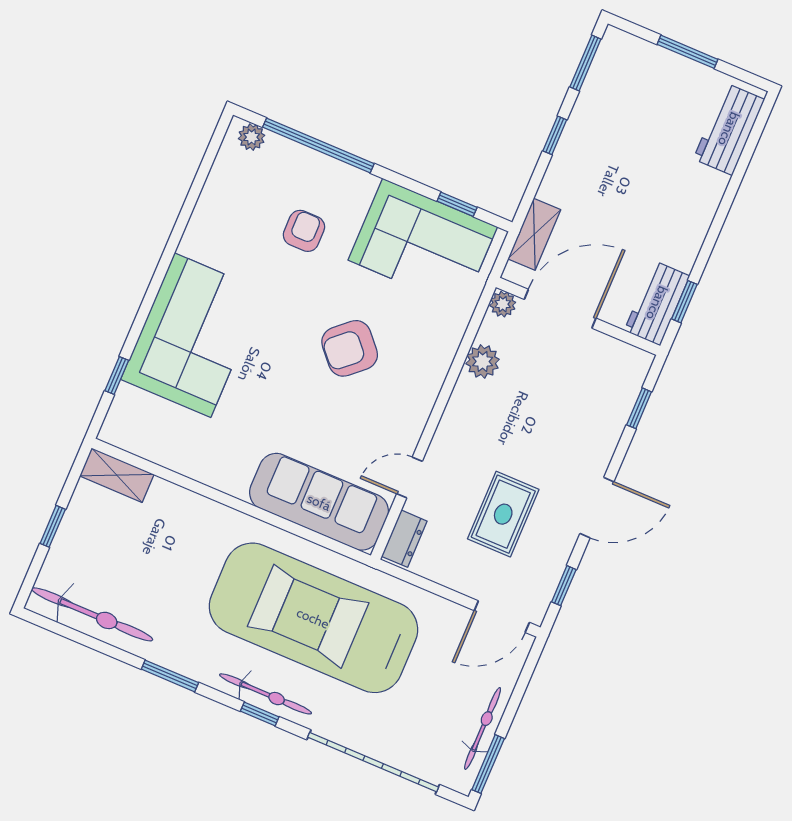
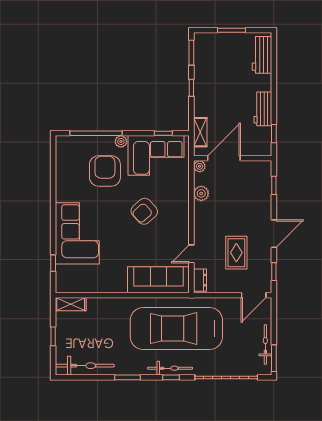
plant: (252, 137) -> (121, 141), moved
armchair: (304, 231) -> (105, 171), width x1.88, depth x1.88
workbench: (657, 303) -> (263, 109), moved

